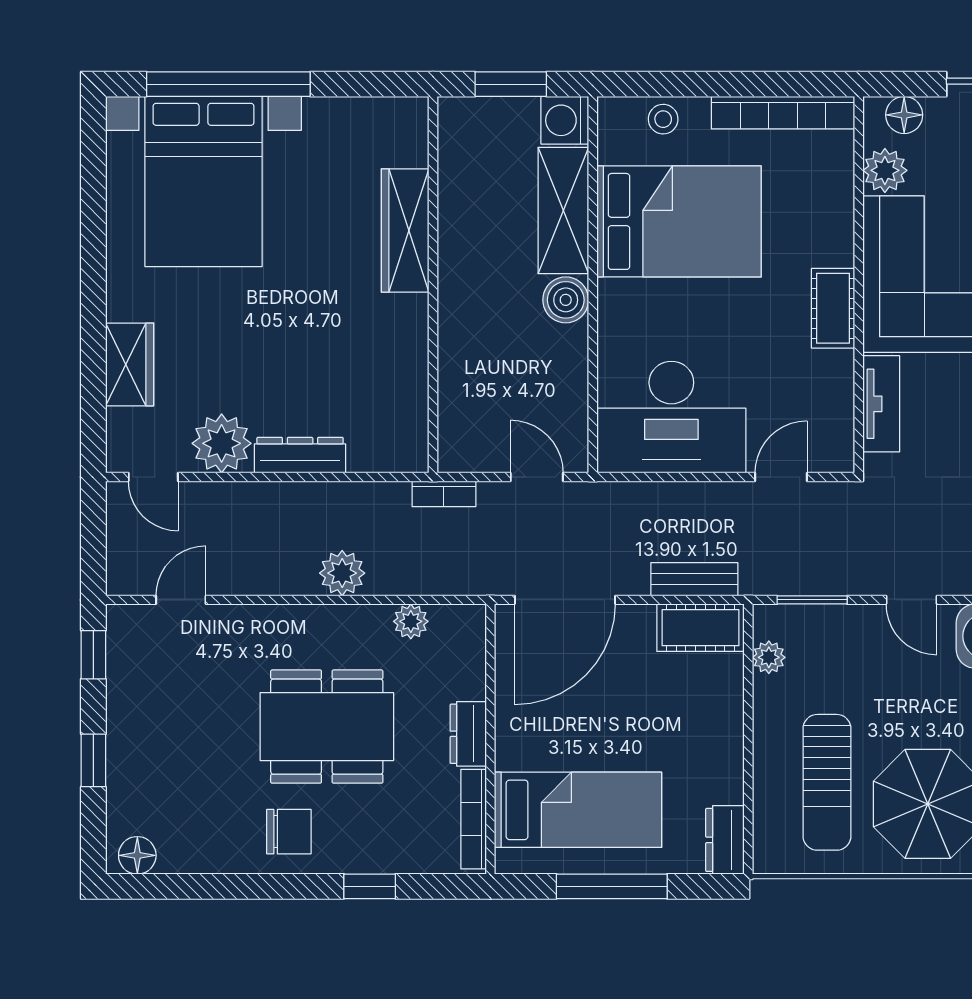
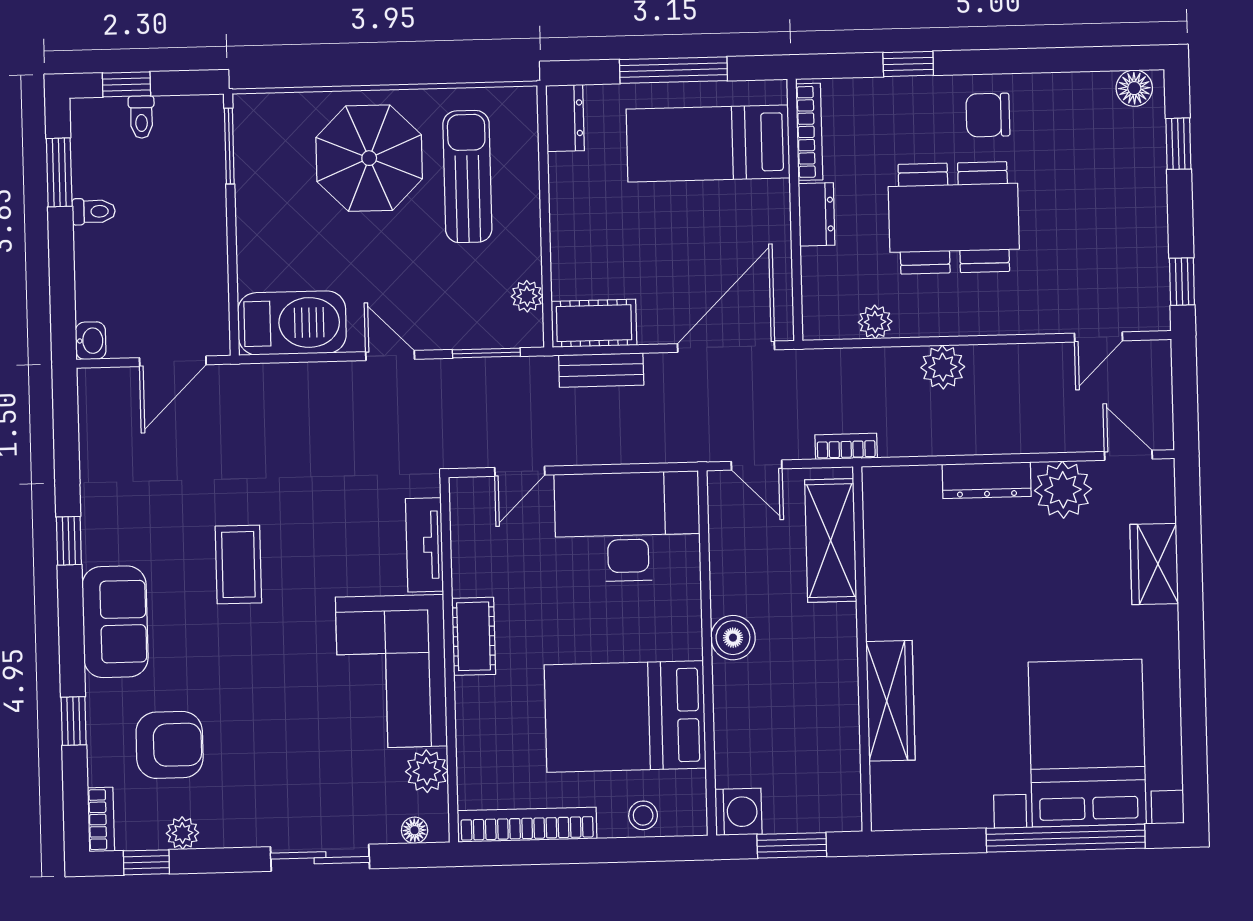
floor lamp: (904, 115) -> (415, 830), width x0.73, depth x0.73
shelving: (563, 211) -> (831, 541), moved
window: (93, 760) -> (1178, 144), moved

